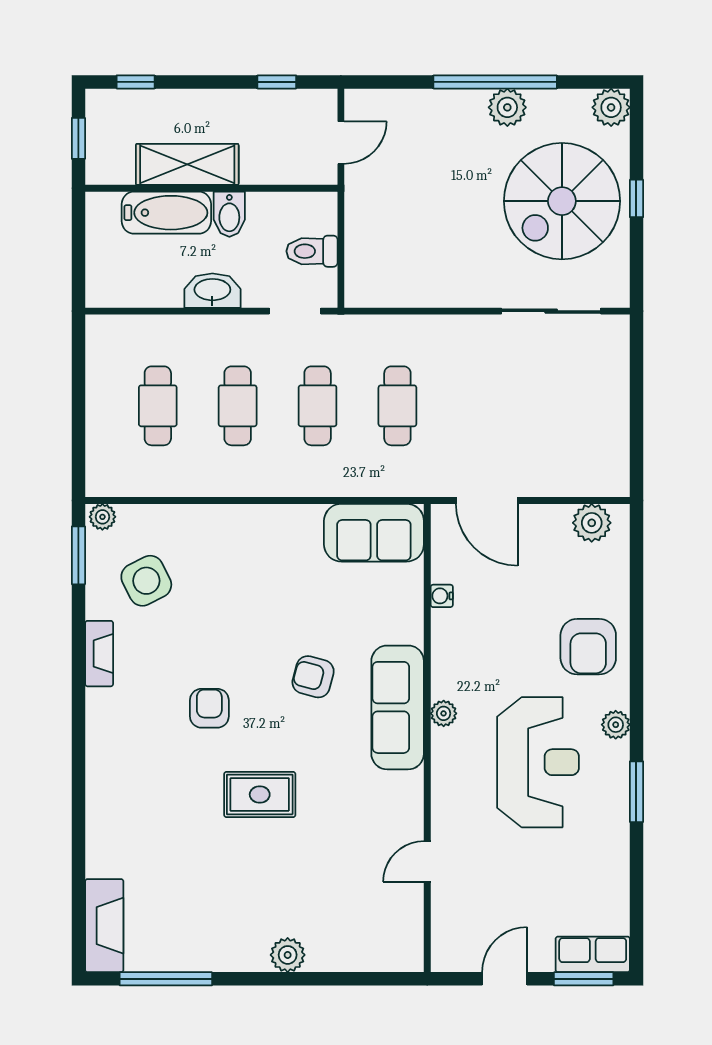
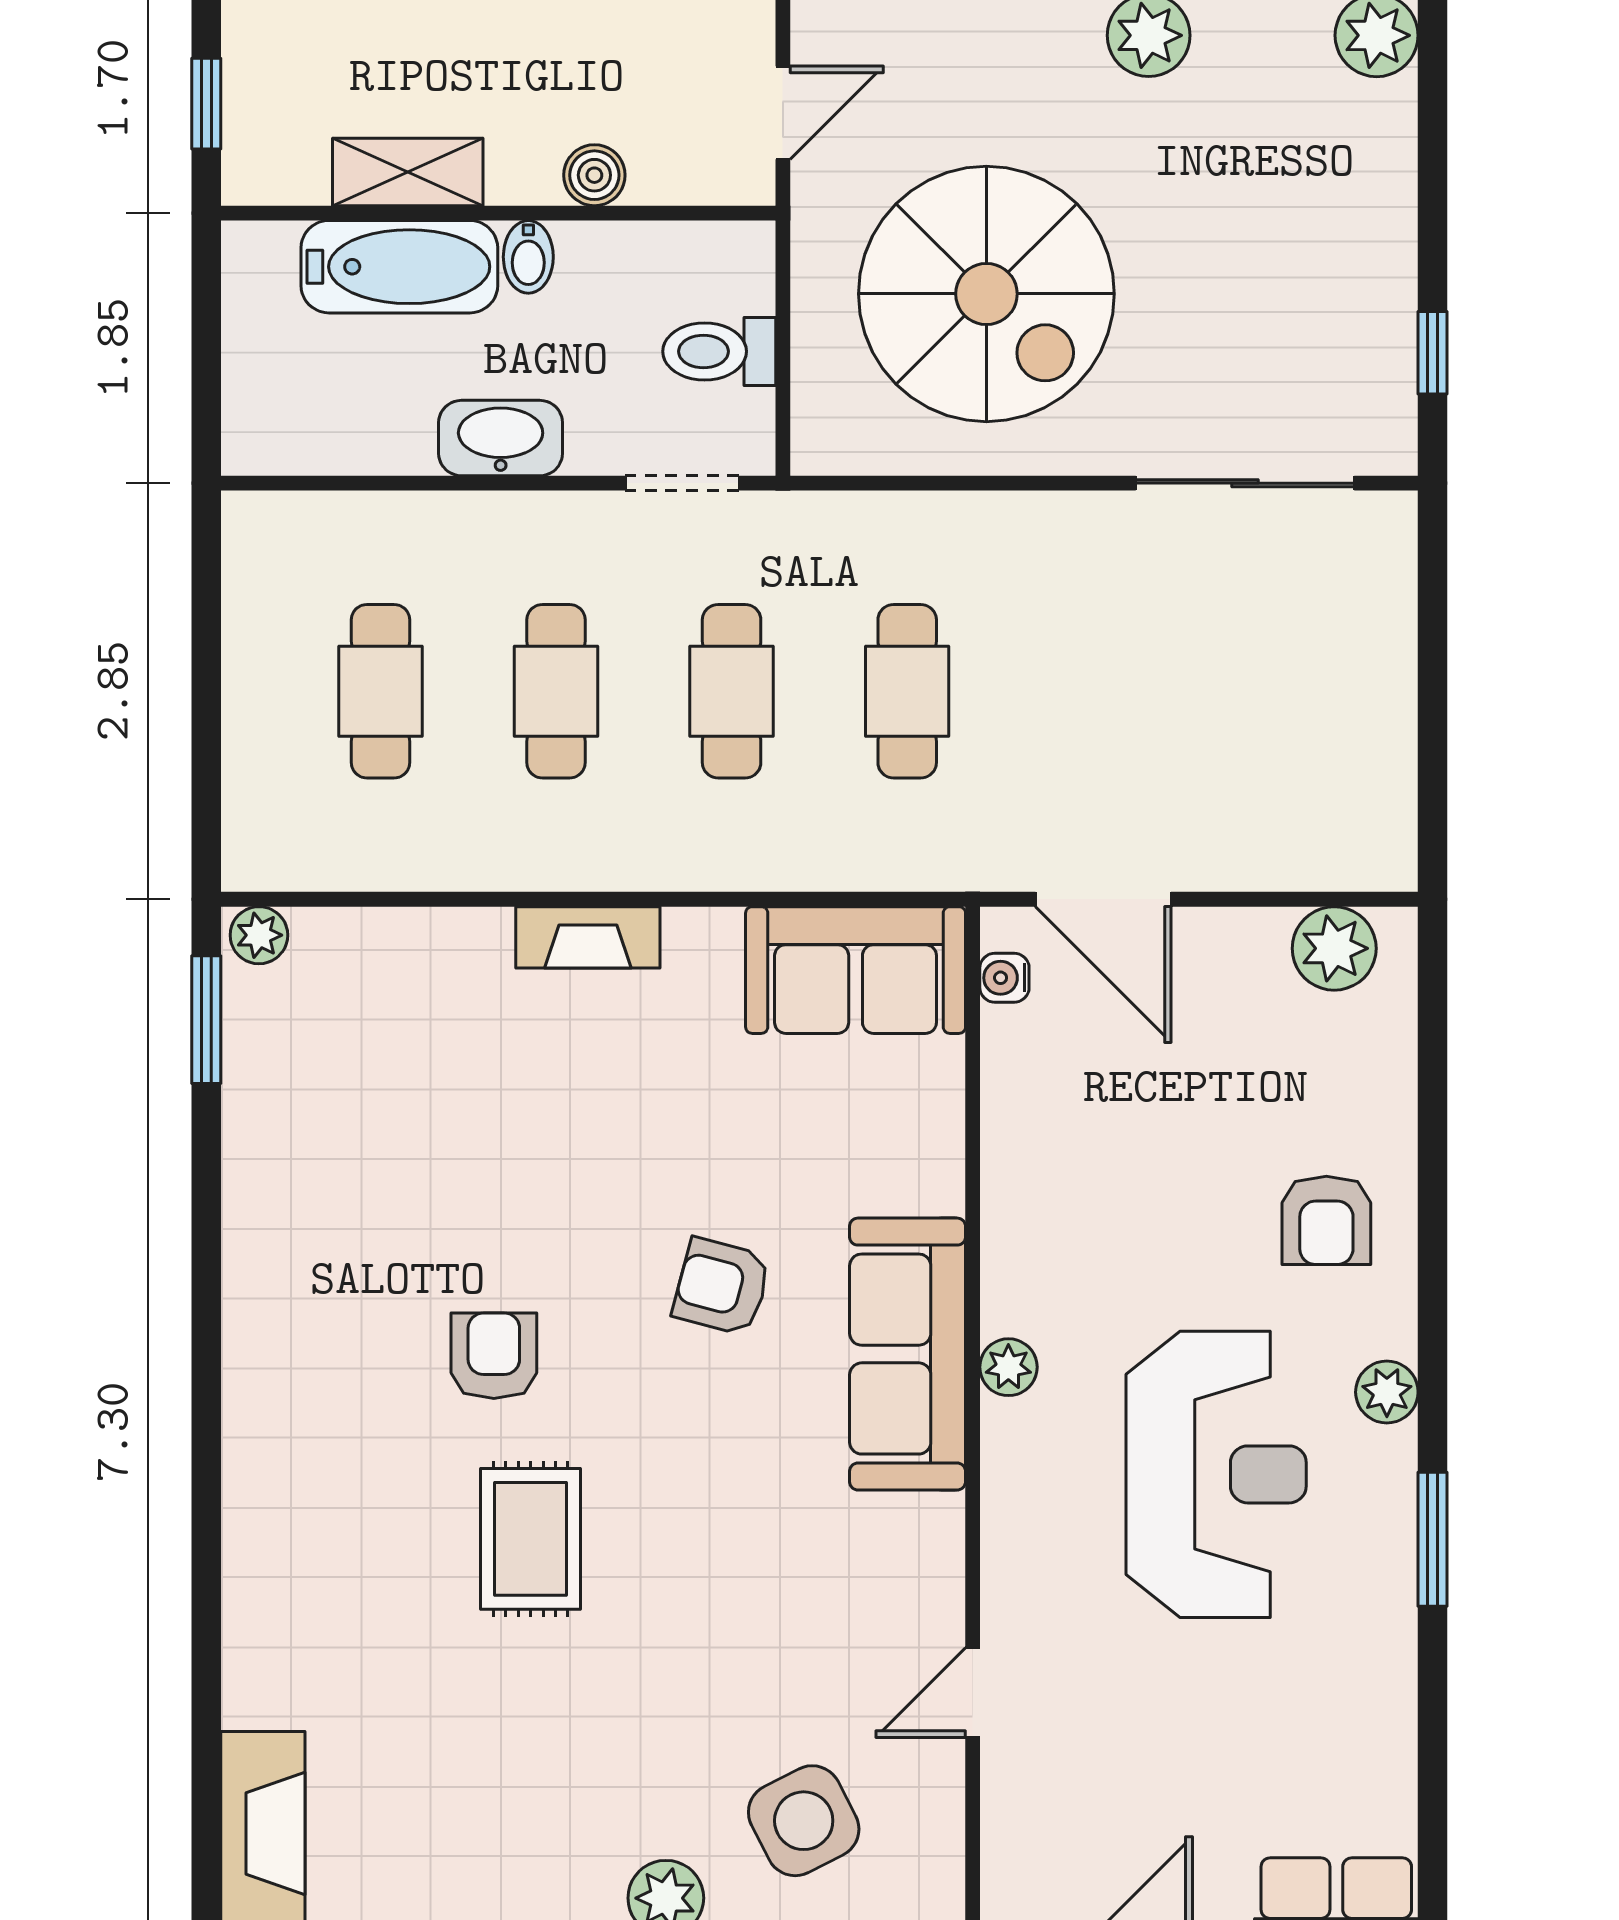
shelving: (187, 164) -> (408, 172), width x0.67, depth x0.75
boiler: (255, 171) -> (594, 175), added
window: (636, 198) -> (1433, 353), moved
spiral stairs: (562, 201) -> (986, 294), moved, turned -90
bidet: (229, 214) -> (528, 257), width x0.72, depth x0.74
side table: (146, 581) -> (804, 1821), moved
water cooler: (442, 596) -> (1004, 978), moved
armchair: (588, 647) -> (1326, 1220), width x0.72, depth x0.72
fireplace: (99, 654) -> (588, 937), moved, turned 90
rug: (260, 794) -> (531, 1539), moved, turned 90

